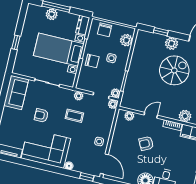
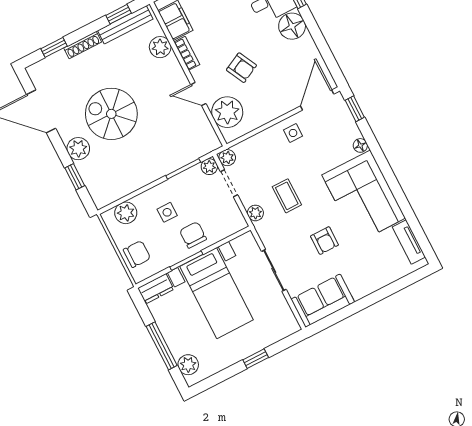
plant: (52, 14) -> (188, 365), moved
plant: (129, 116) -> (227, 112), width x1.87, depth x1.87

